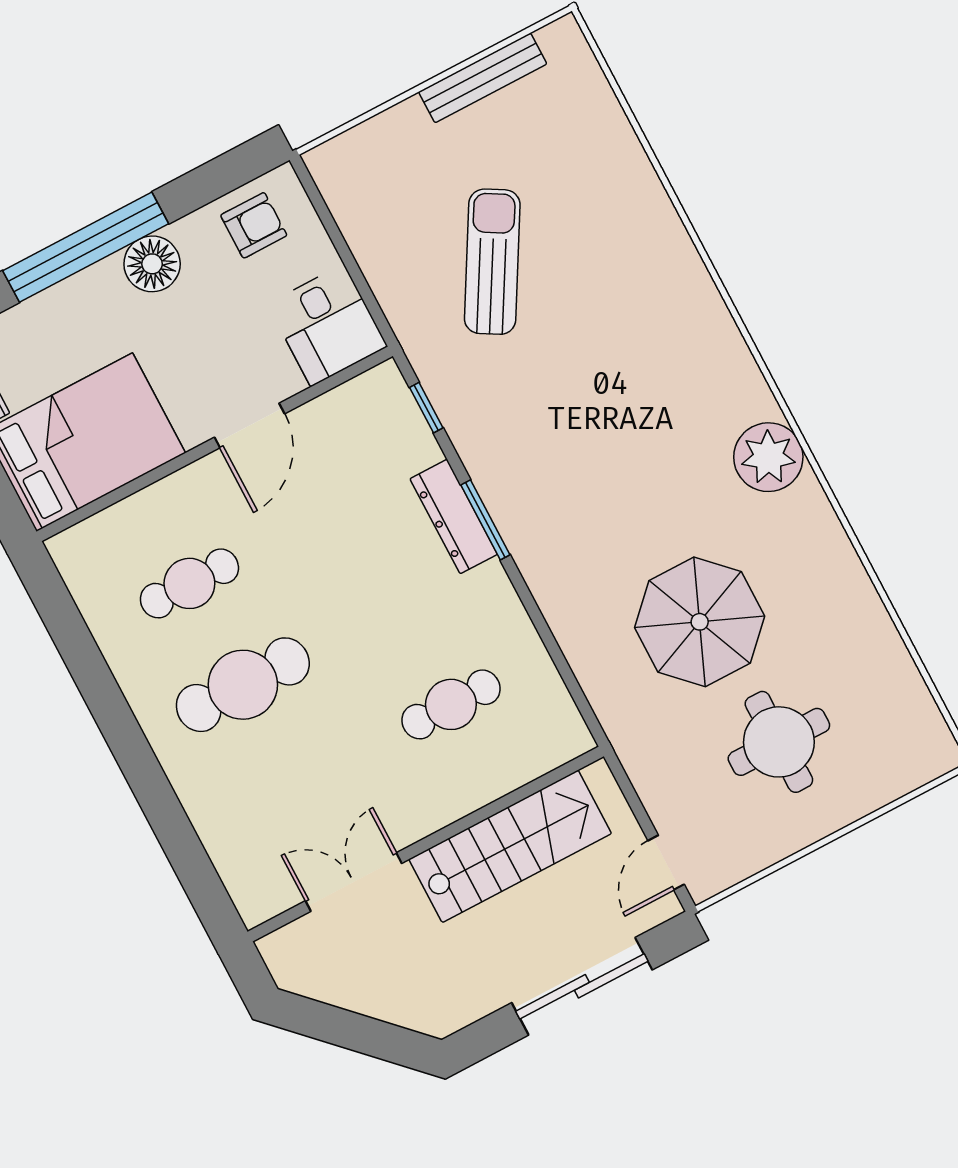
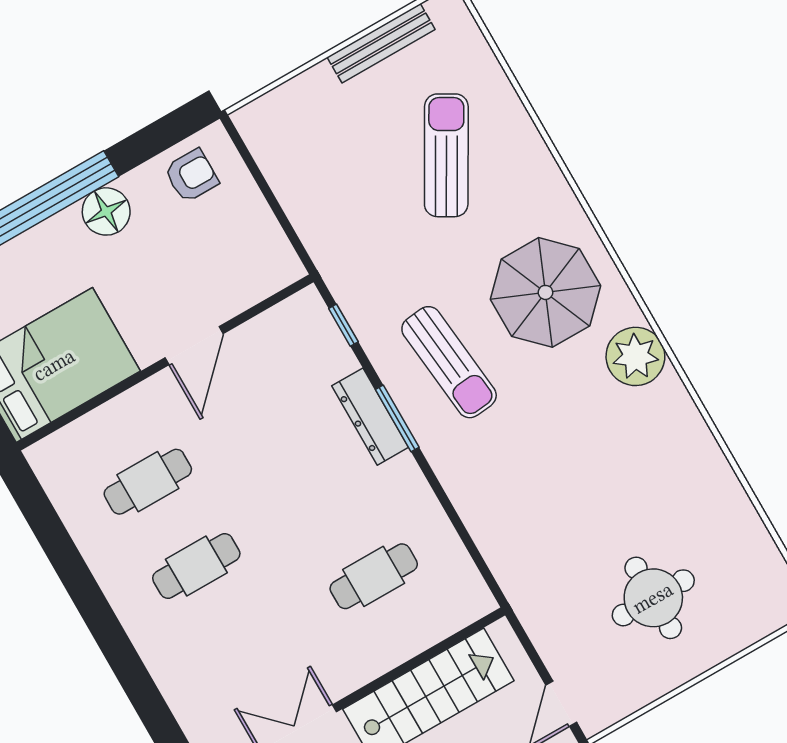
sun lounger: (492, 262) -> (446, 155), moved
desk: (328, 325) -> (257, 258), removed
sun lounger: (549, 456) -> (449, 362), added
parasol: (700, 622) -> (545, 292), moved
cafe table: (243, 685) -> (196, 566), width x0.73, depth x0.74

